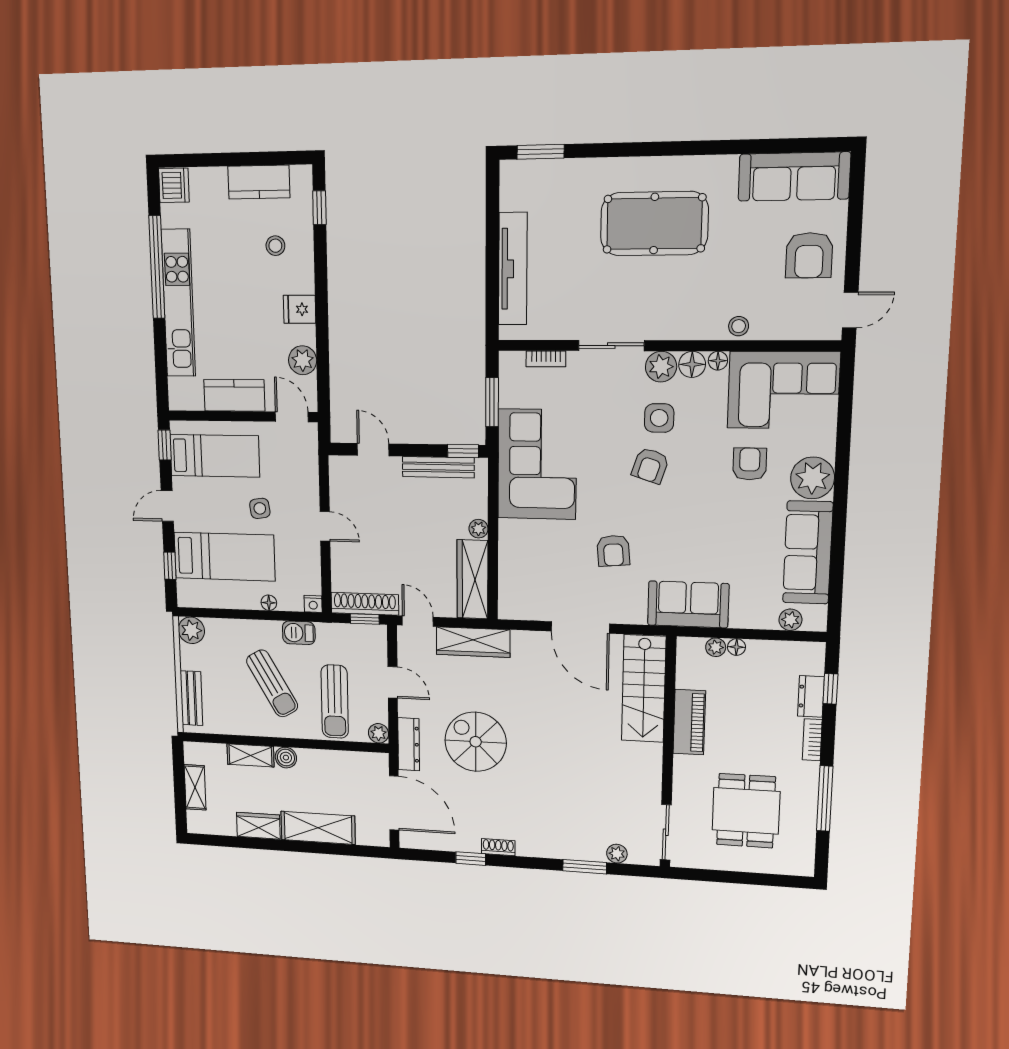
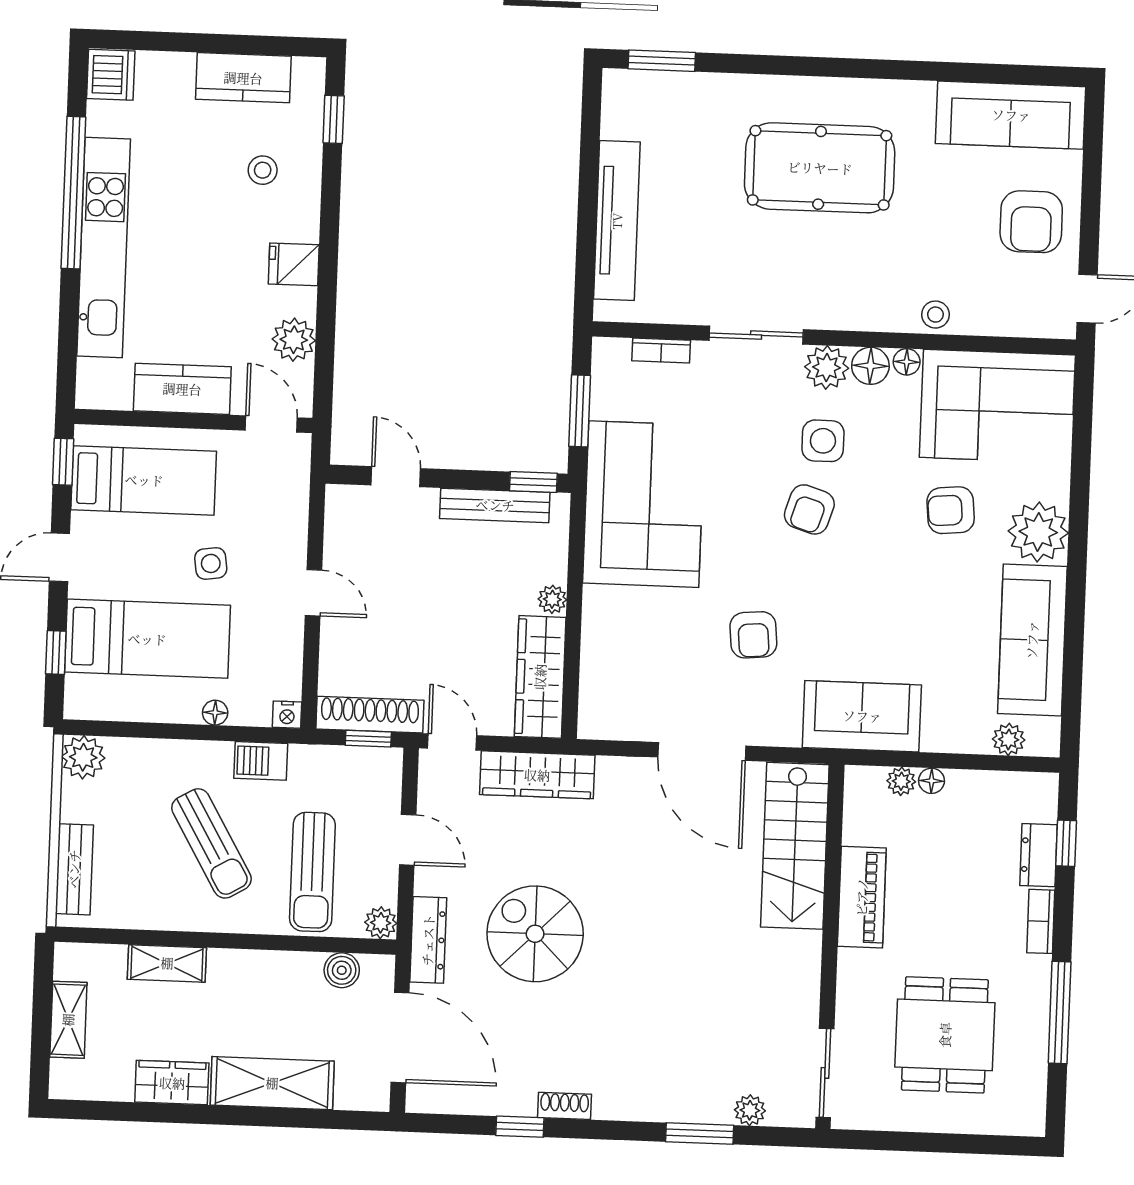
armchair: (750, 464) -> (951, 510), turned -95
boiler: (286, 758) -> (342, 970), moved

